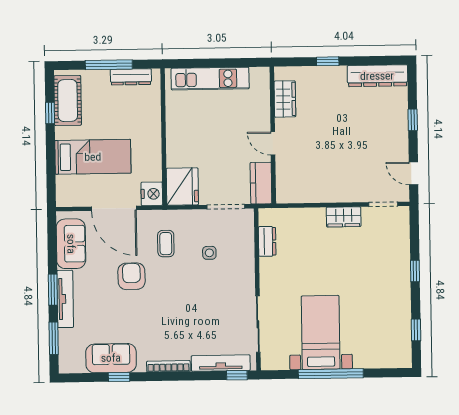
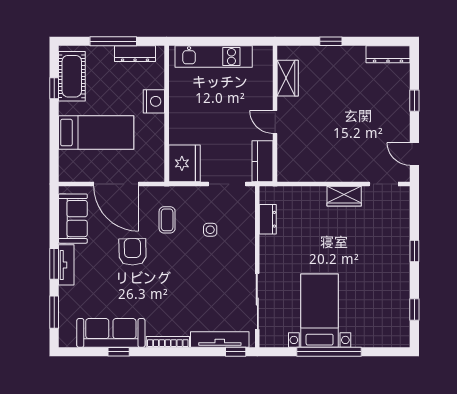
dresser: (377, 76) -> (388, 54), width x0.73, depth x0.80
nightstand: (152, 194) -> (154, 101), moved
tv unit: (65, 299) -> (66, 265), width x0.71
sofa: (111, 358) -> (111, 333), width x1.36

